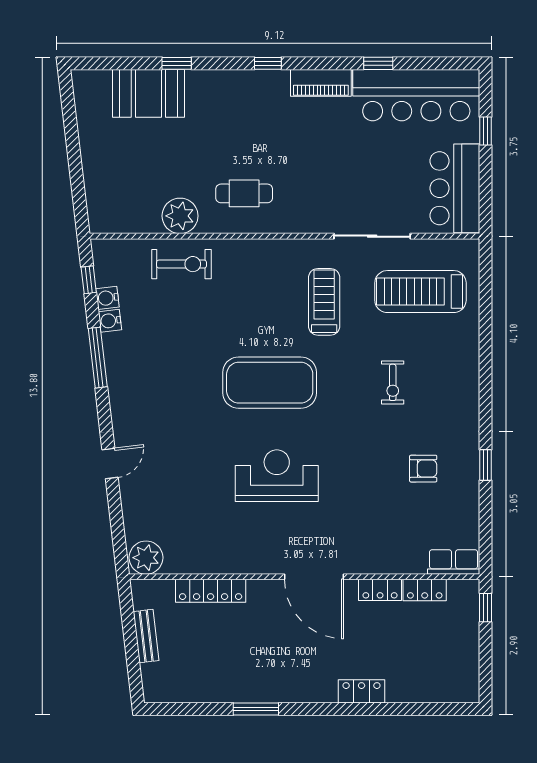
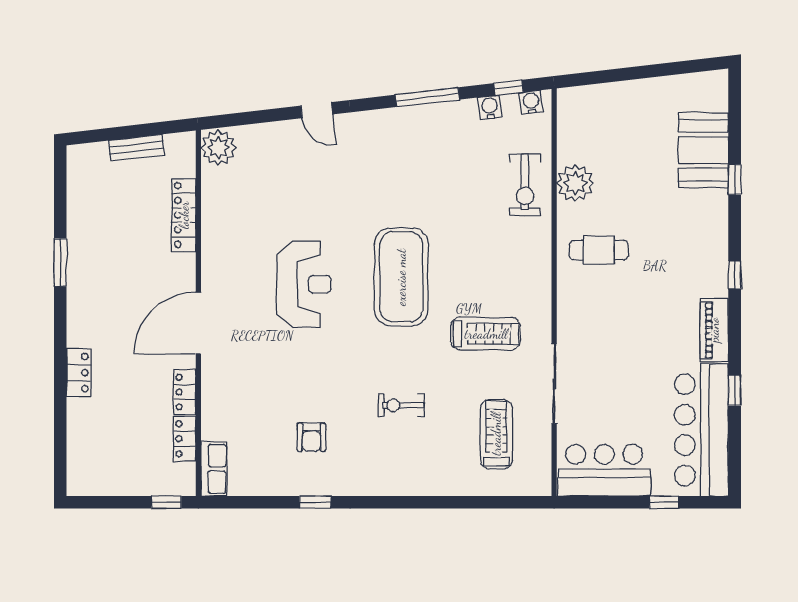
cafe table: (244, 193) -> (599, 250), turned 90
treadmill: (420, 292) -> (496, 434), width x0.73, depth x0.73
water cooler: (110, 321) -> (531, 102), moved

